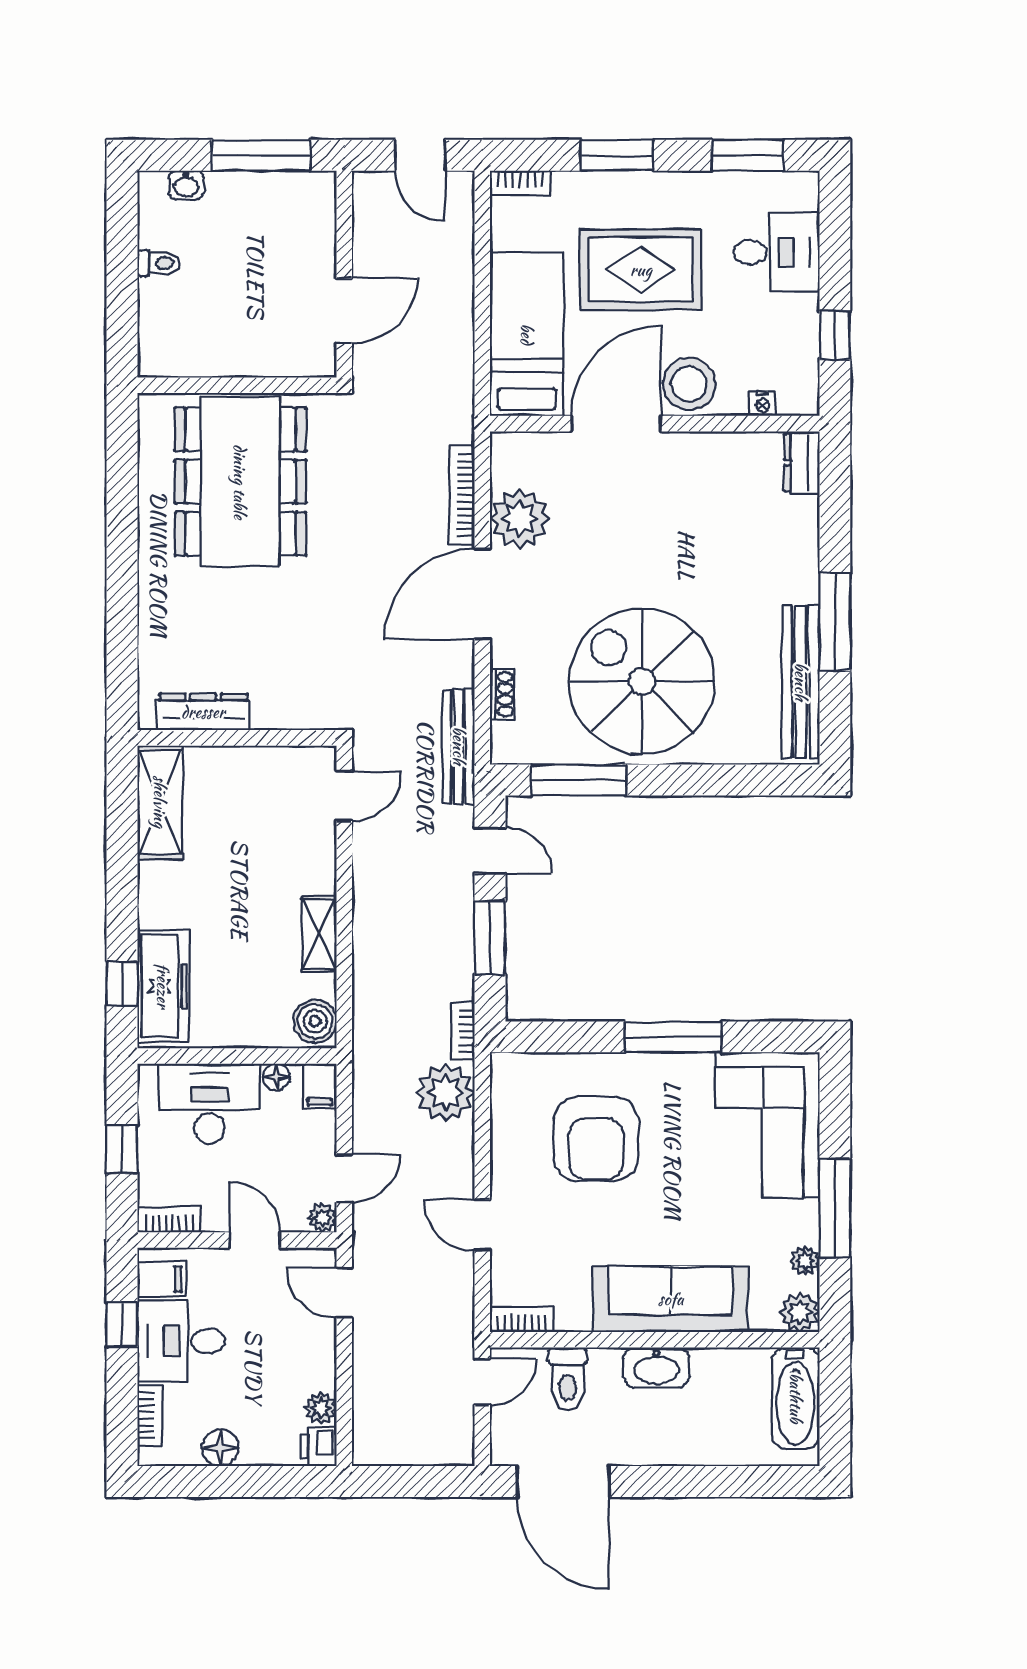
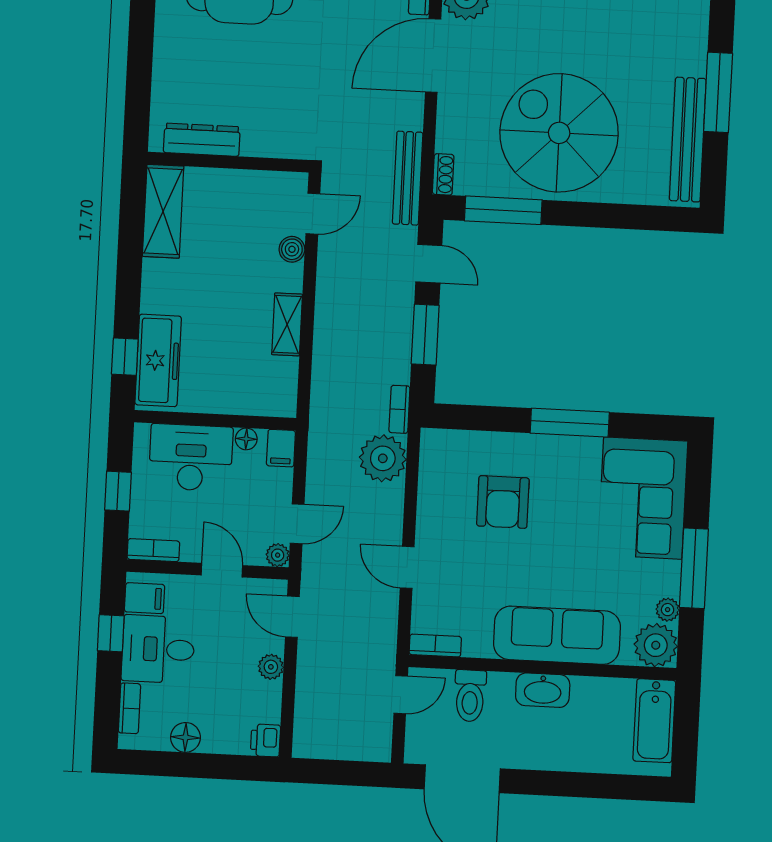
shoe rack: (502, 694) -> (443, 174), moved
boiler: (315, 1021) -> (292, 249), moved, width x0.73, depth x0.73
armchair: (596, 1139) -> (503, 502), width x0.73, depth x0.73
plant: (800, 1312) -> (656, 645), width x1.36, depth x1.36
plant: (321, 1408) -> (271, 667), moved

